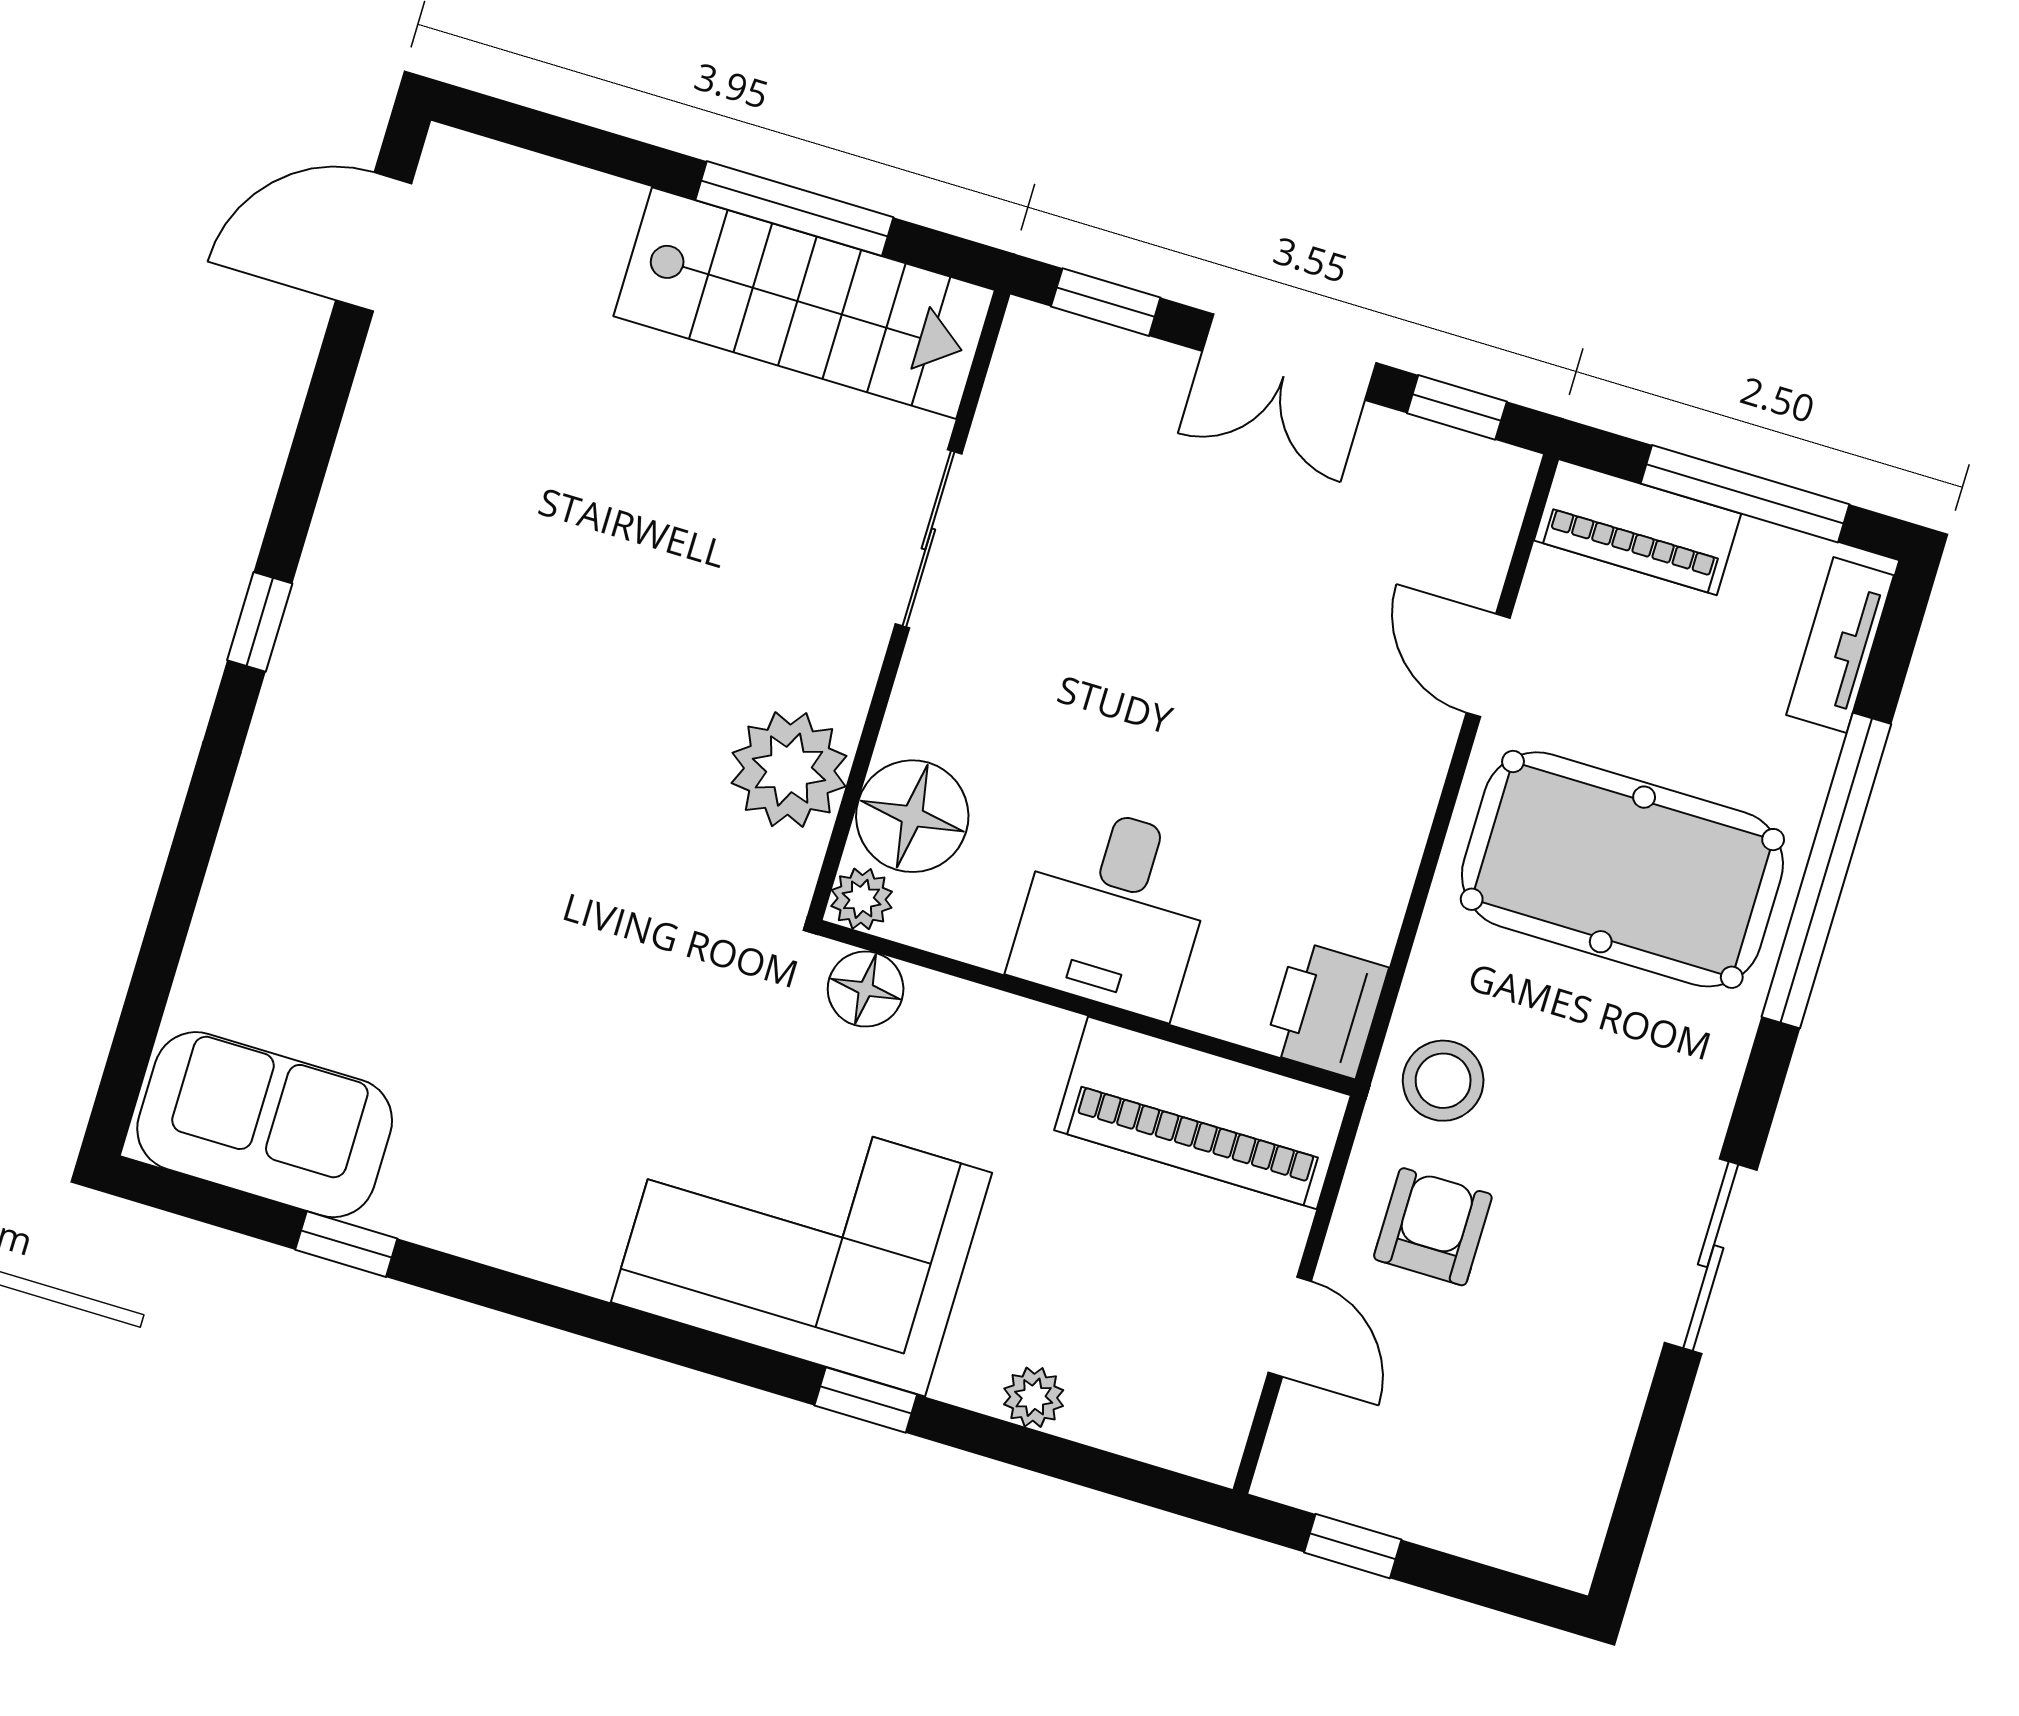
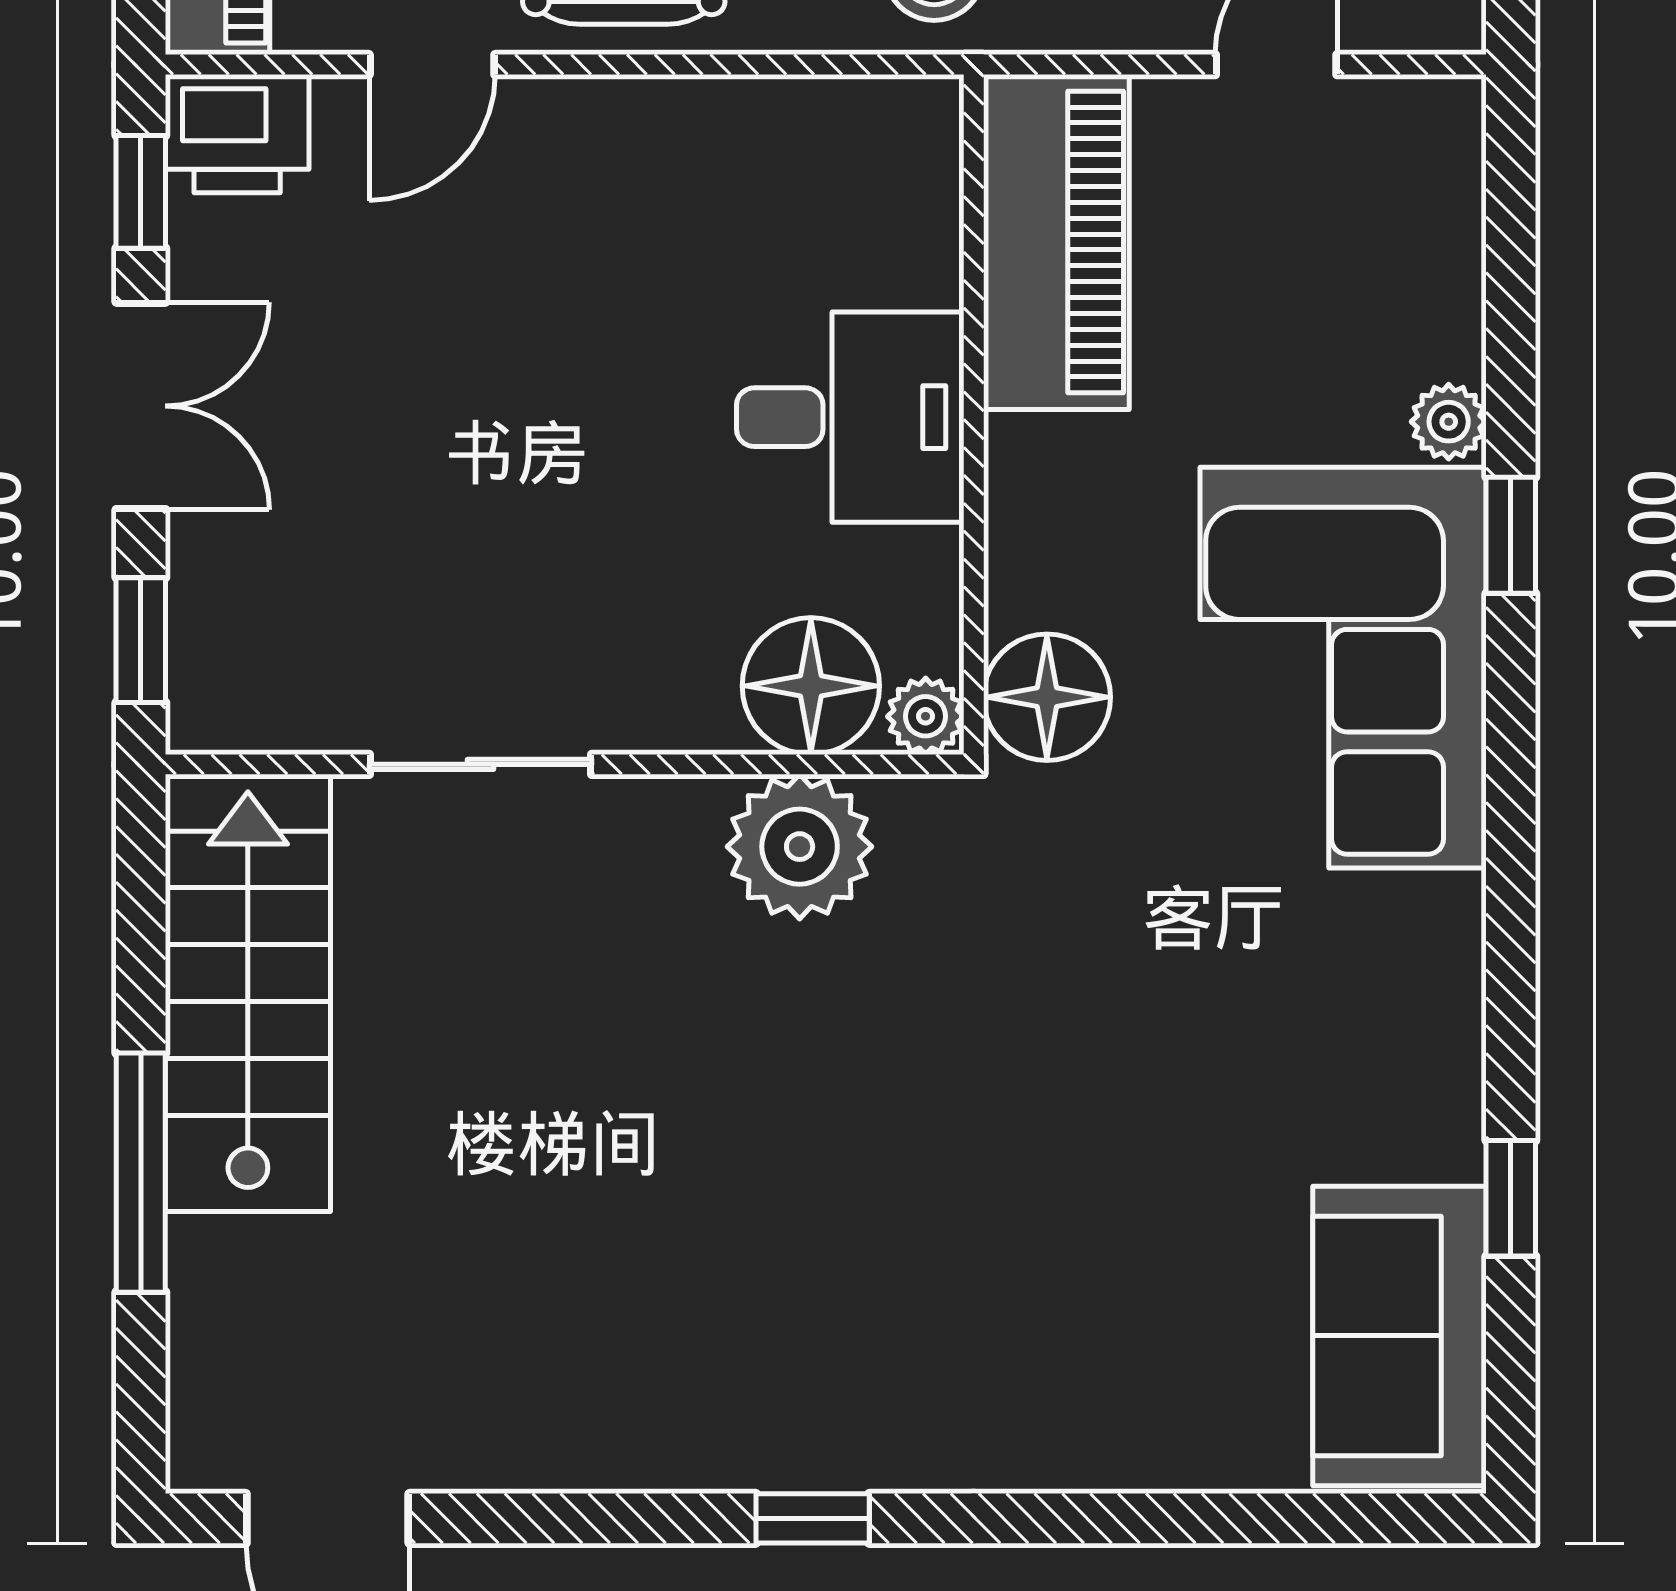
window: (794, 209) -> (141, 1173), moved
floor lamp: (866, 989) -> (1047, 697), width x1.38, depth x1.38
printer: (1326, 1010) -> (237, 134), moved
plant: (1034, 1397) -> (1449, 422), moved

